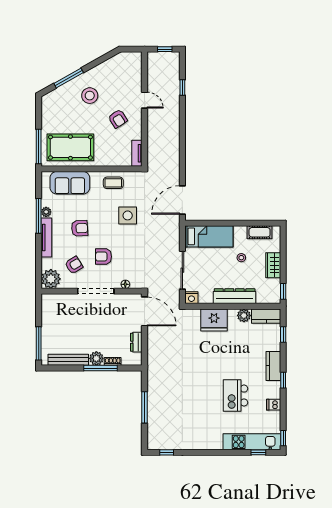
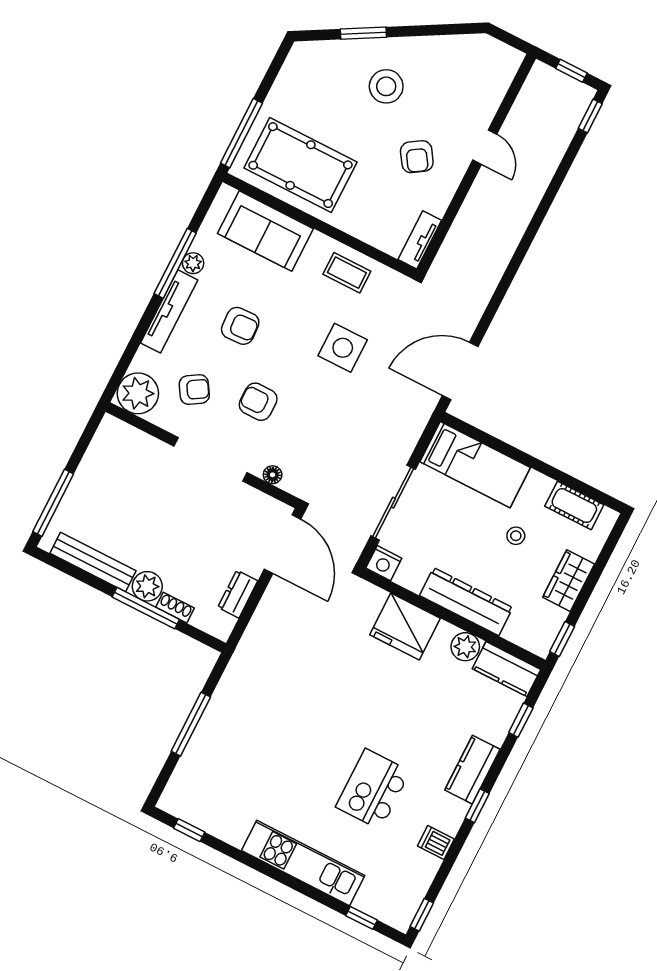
window: (69, 78) -> (363, 33), width x0.69
window: (182, 88) -> (590, 116), moved
kitchen unit: (252, 442) -> (303, 863), moved

